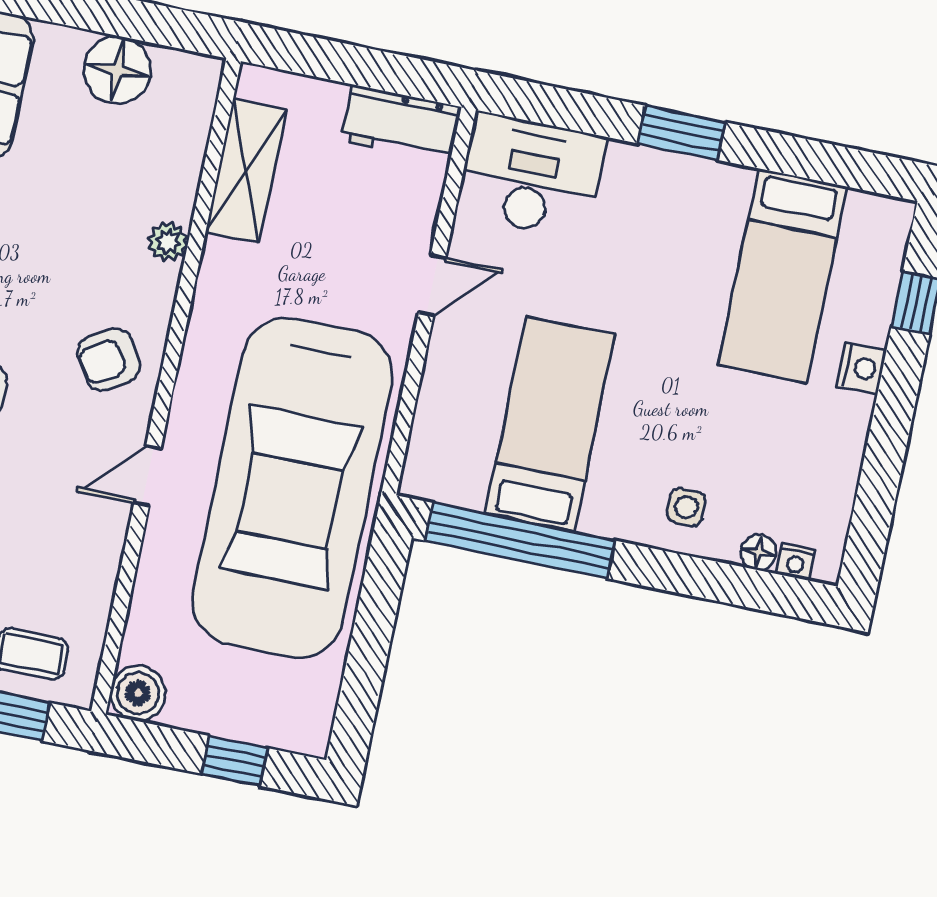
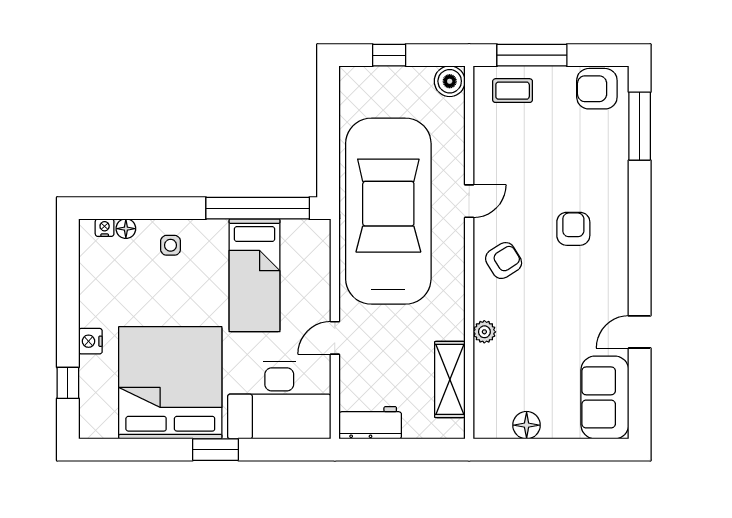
floor lamp: (117, 70) -> (527, 425), width x0.73, depth x0.73
desk: (531, 176) -> (279, 400), width x1.36, depth x1.30
bed: (783, 276) -> (170, 383), width x2.04

